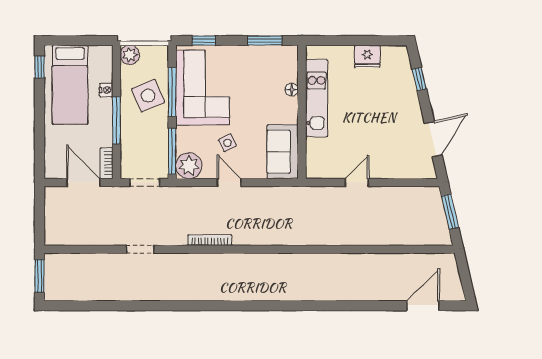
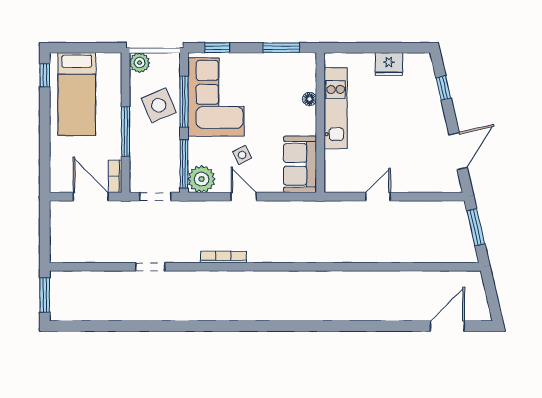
nightstand: (106, 90) -> (115, 100), removed

